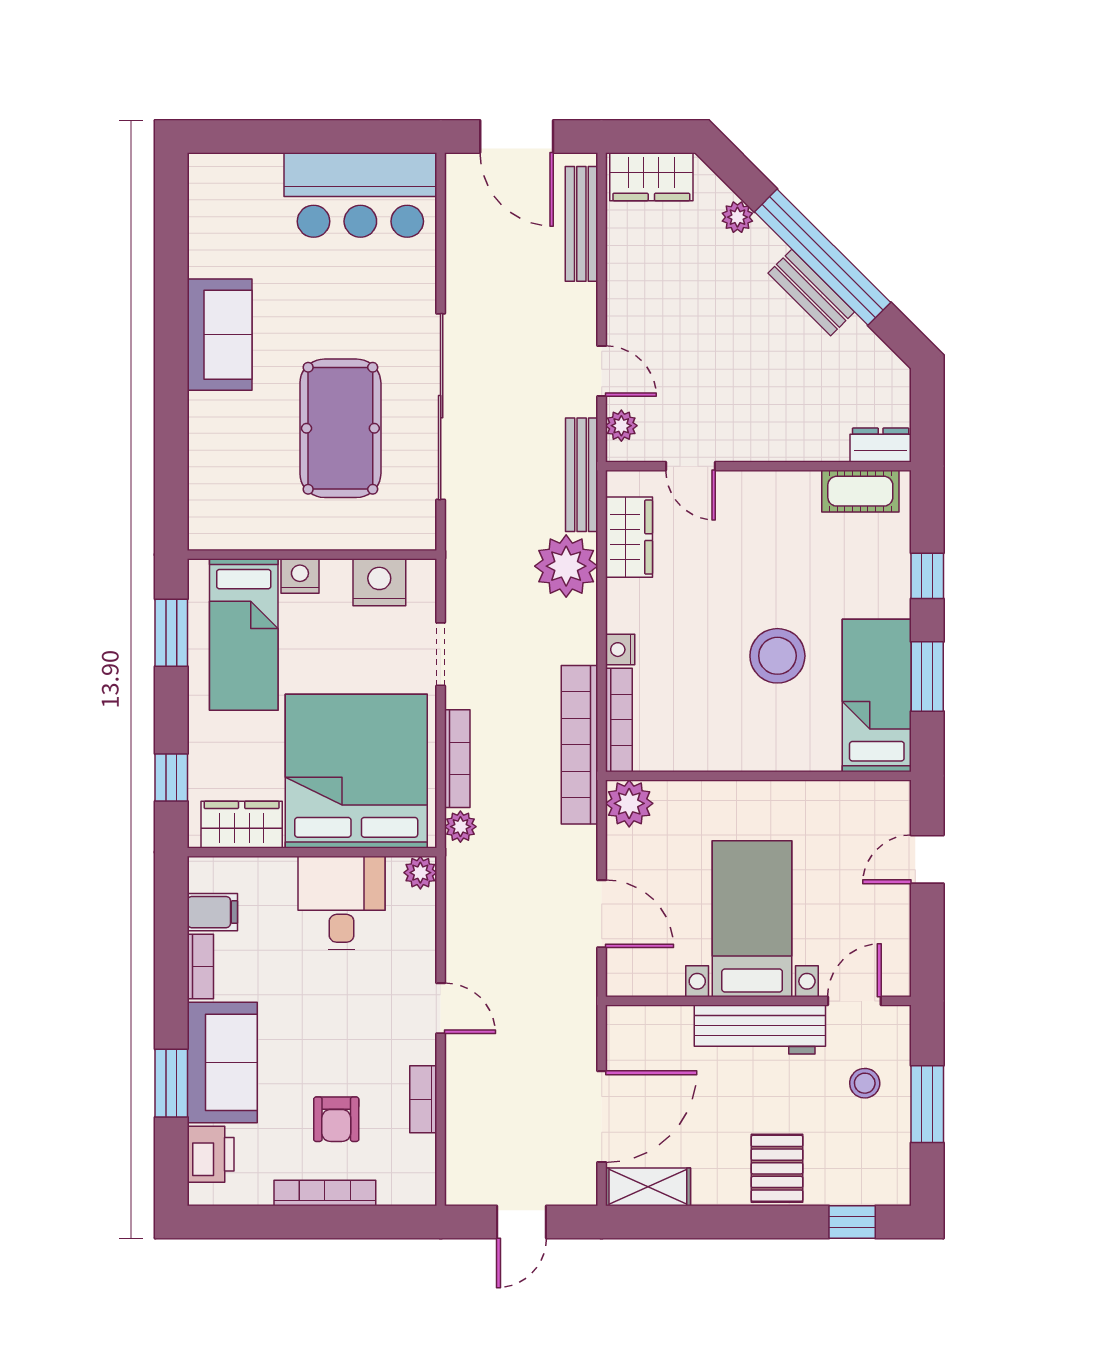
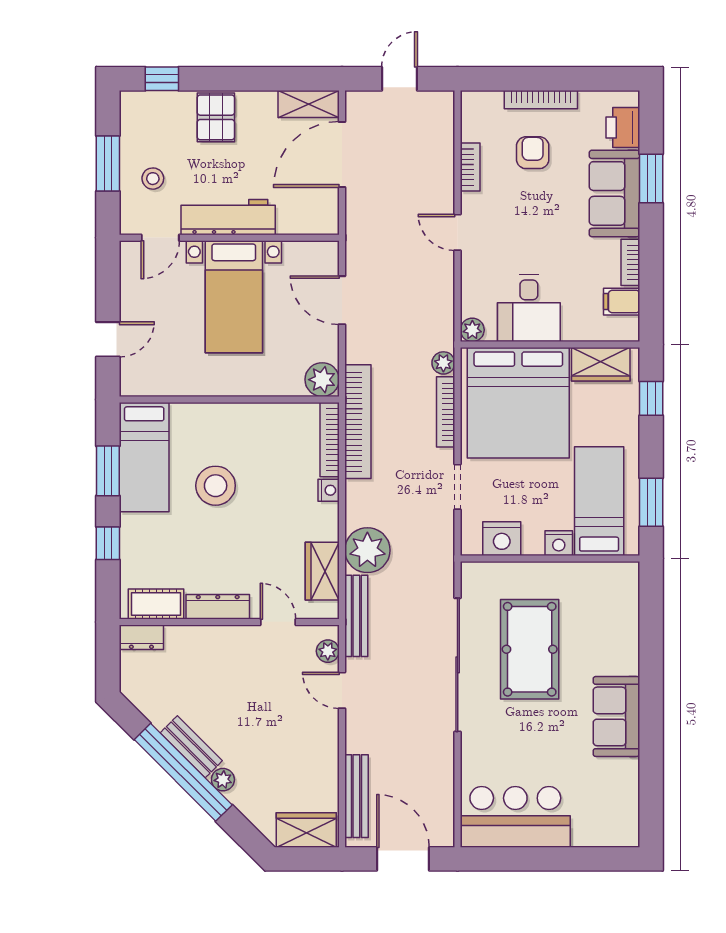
plant: (737, 217) -> (223, 780), moved
dresser: (774, 487) -> (218, 607), added

